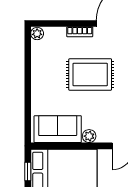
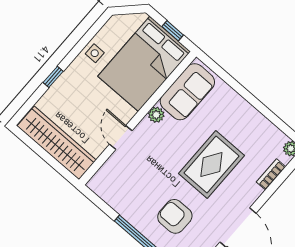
bookcase: (80, 32) -> (271, 174), moved

